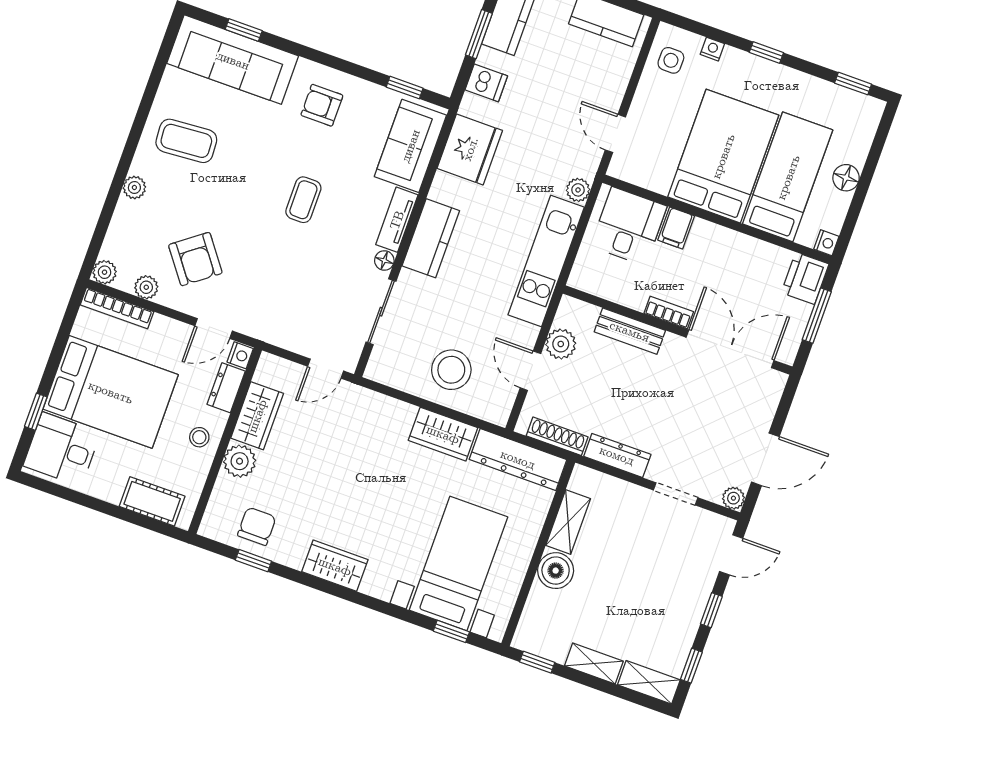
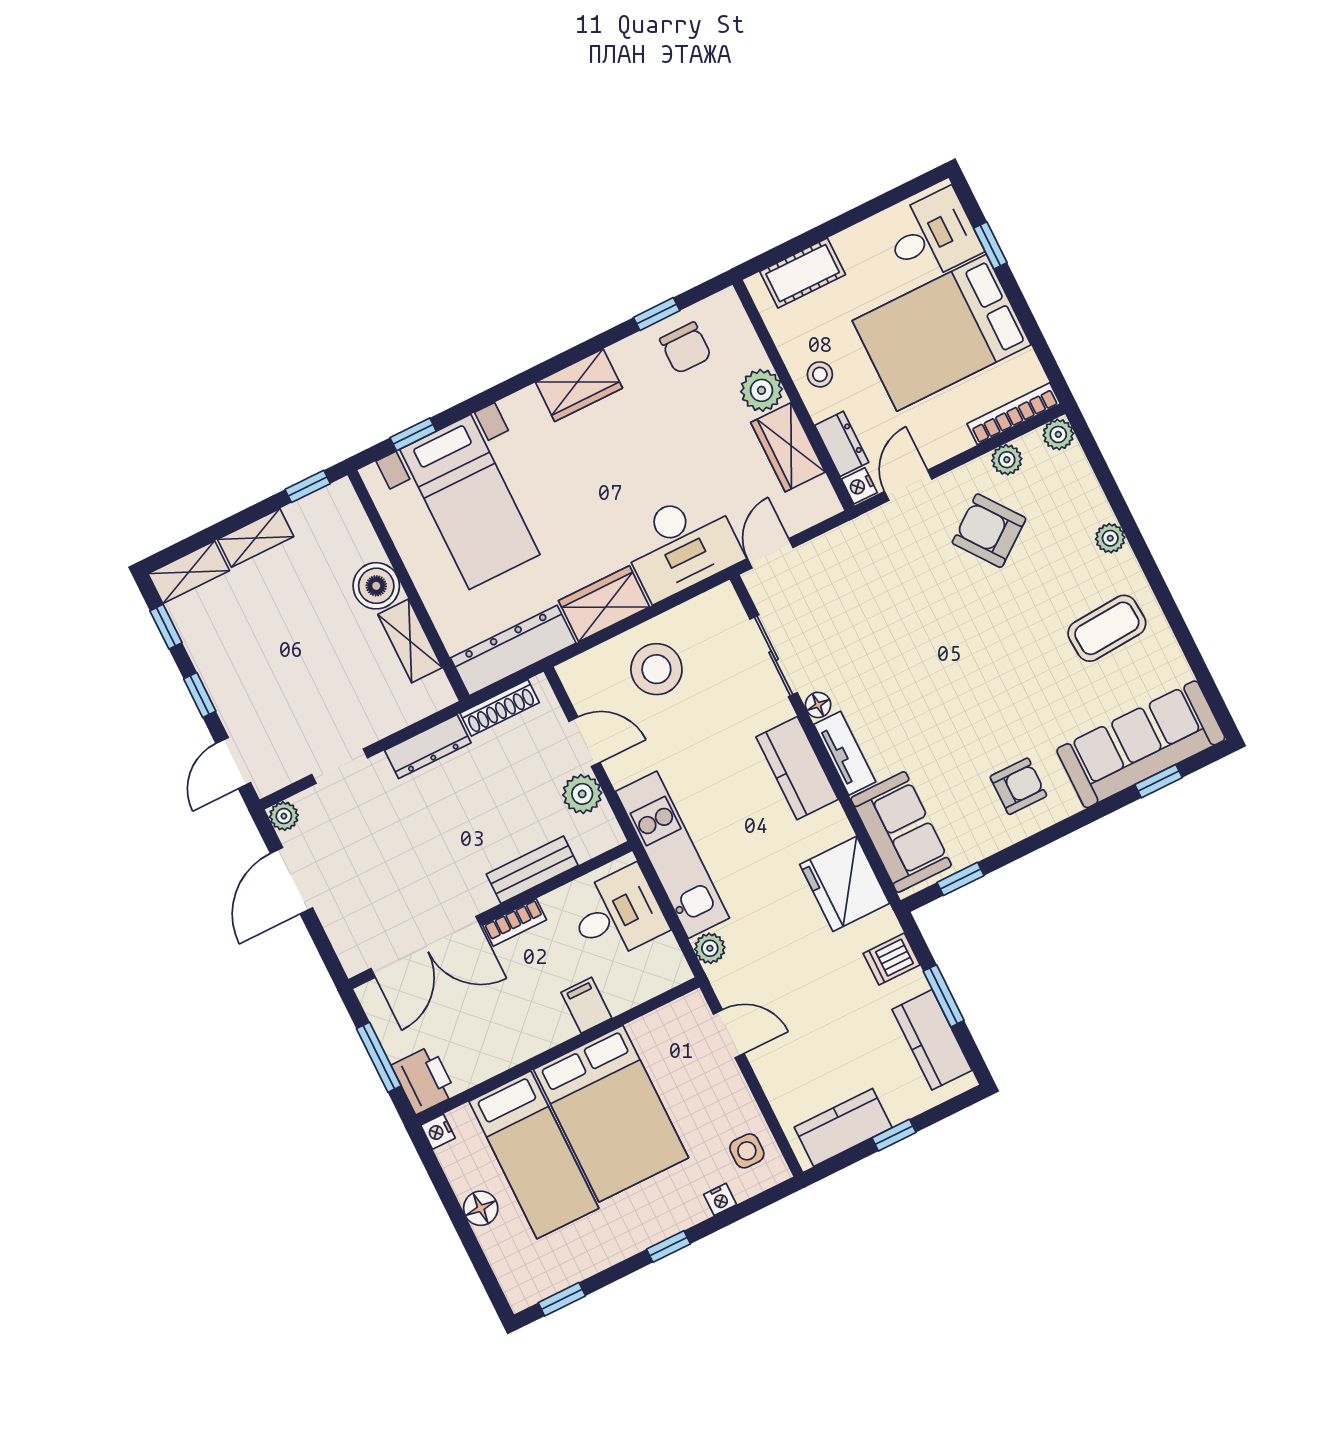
coffee table: (303, 200) -> (947, 684), removed
desk: (629, 226) -> (617, 914), moved, turned -90
desk: (369, 423) -> (681, 545), added

